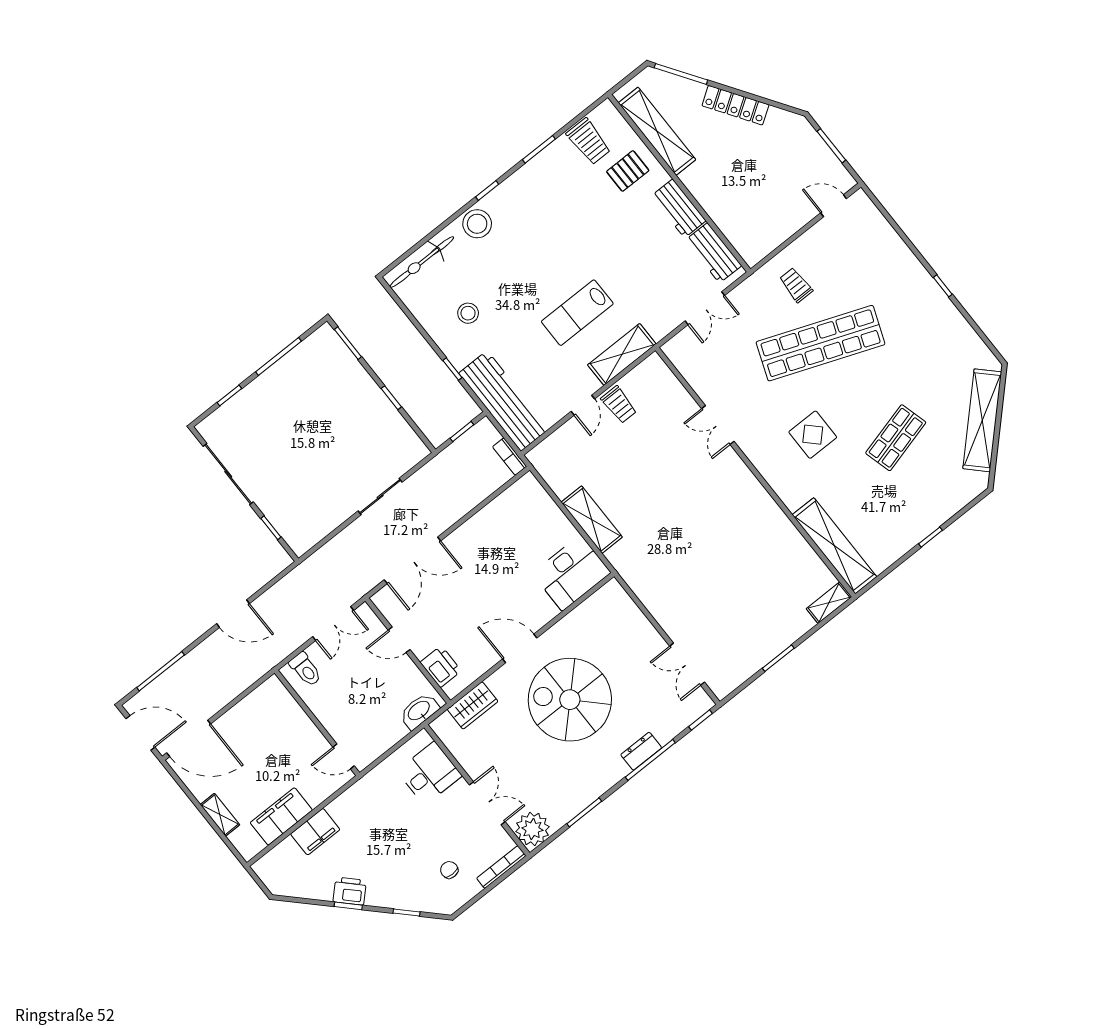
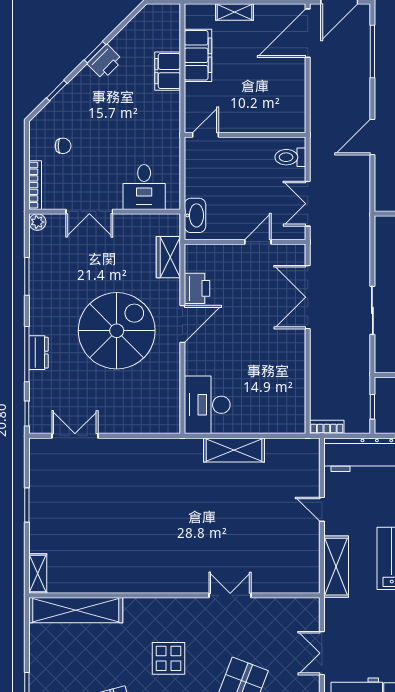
trolley: (619, 405) -> (302, 536), removed
printer: (441, 667) -> (197, 288), moved, turned -90
plant: (532, 829) -> (37, 222), width x0.53, depth x0.53

